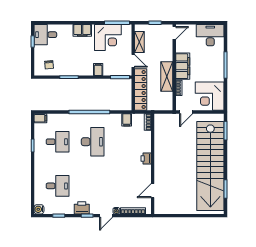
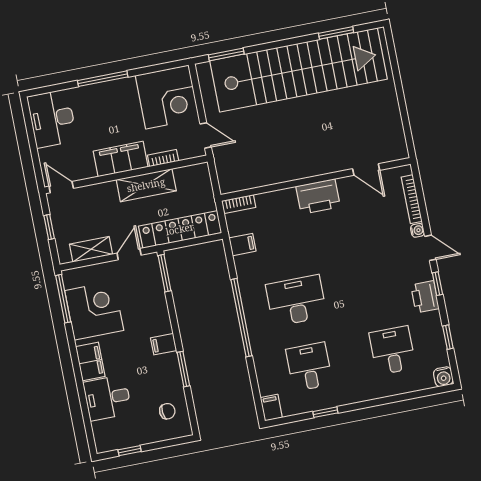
desk: (45, 35) -> (107, 398), moved, turned 90
filing cabinet: (98, 70) -> (164, 344), moved
printer: (146, 158) -> (318, 197), width x1.87, depth x1.48

